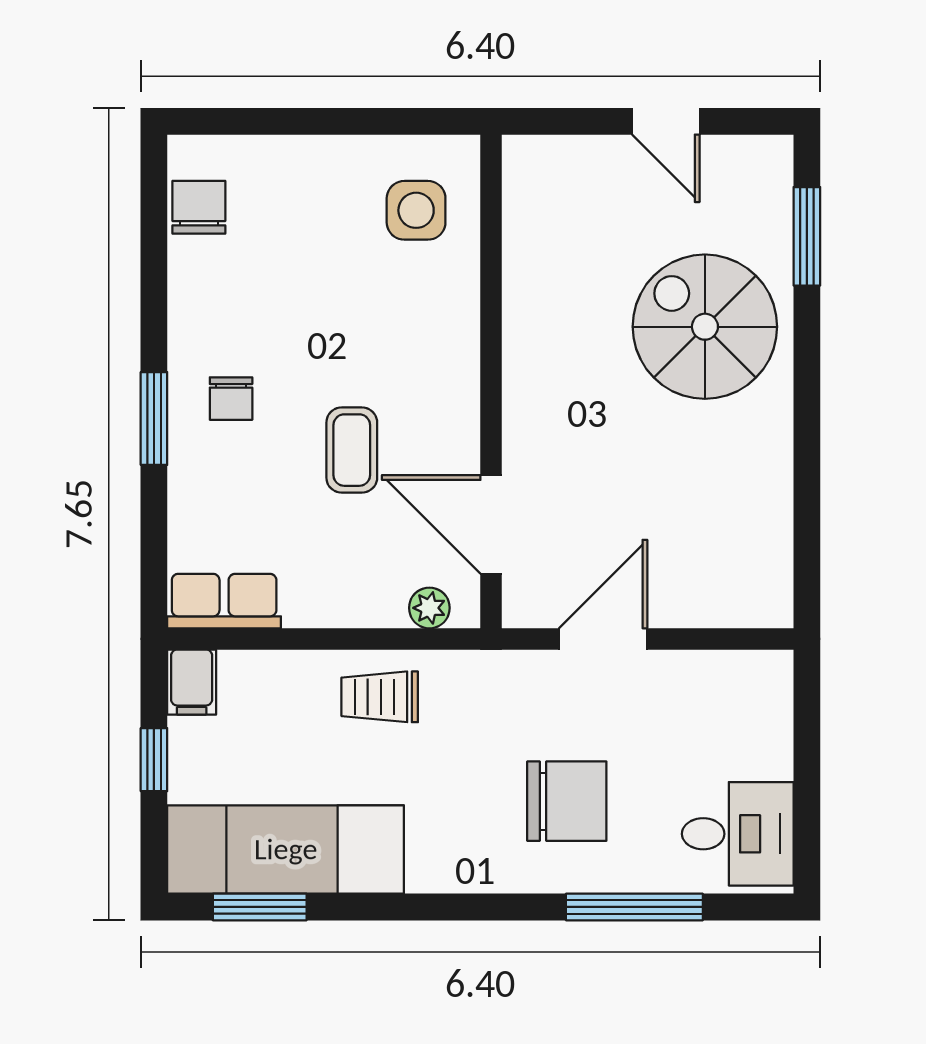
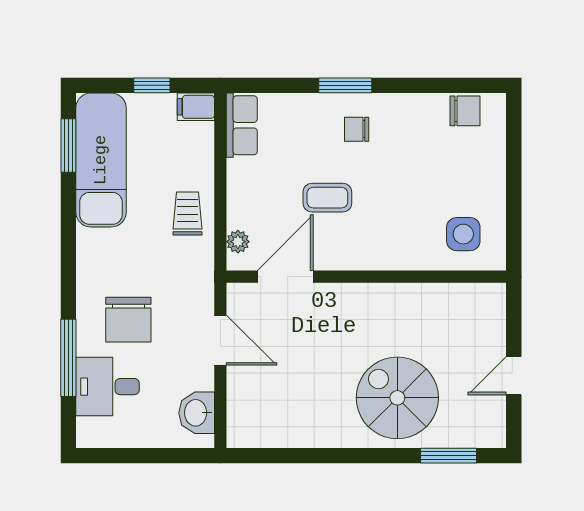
spiral stairs: (705, 327) -> (397, 398), turned -90
washbasin: (731, 681) -> (197, 413), added
desk: (738, 834) -> (108, 387), moved, turned 90

